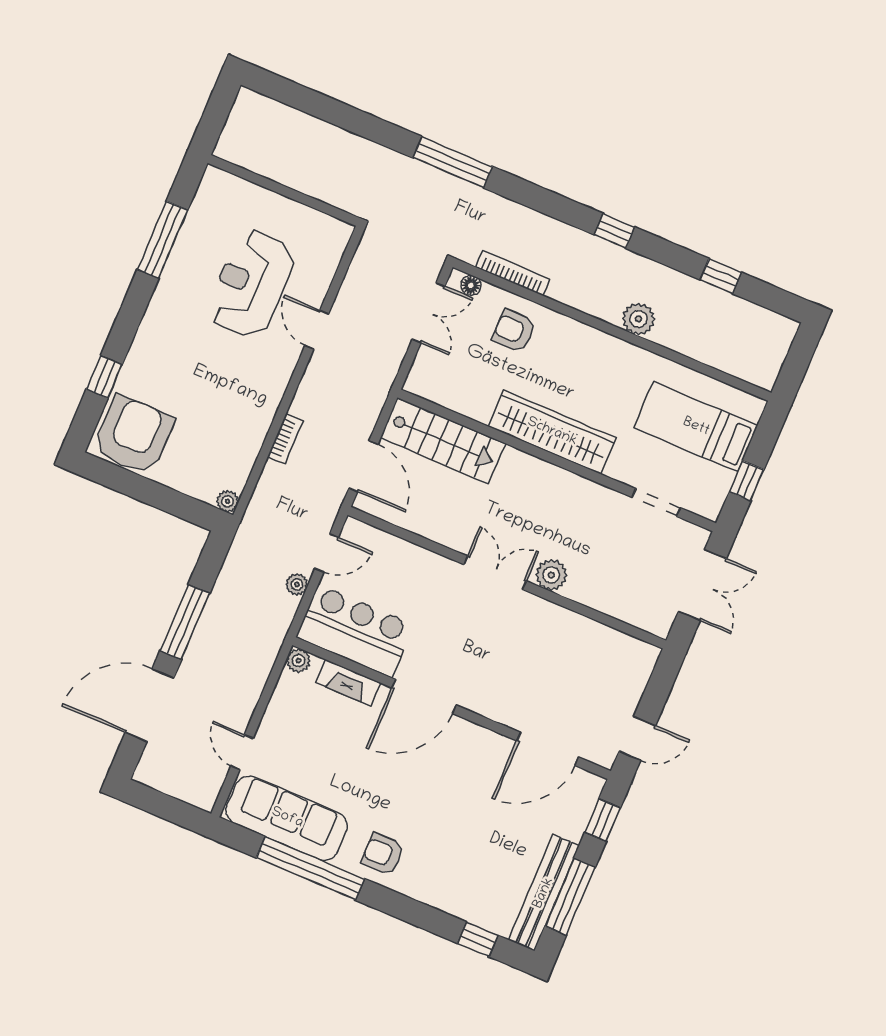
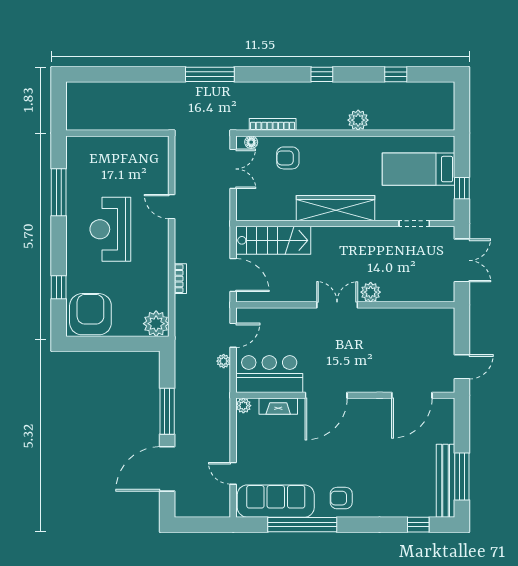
reception desk: (251, 284) -> (110, 229), moved
plant: (228, 501) -> (156, 324), width x1.88, depth x1.88
window: (603, 820) -> (462, 423), removed

